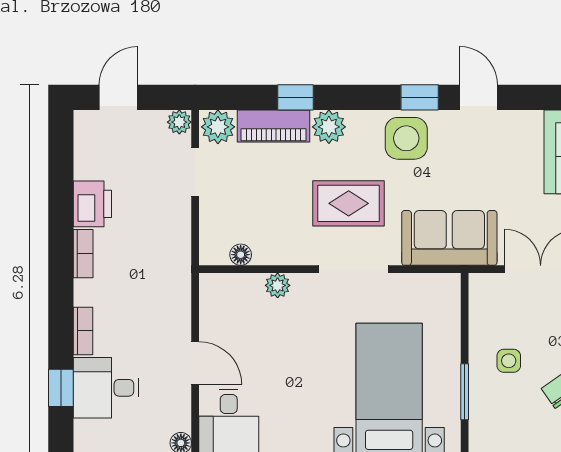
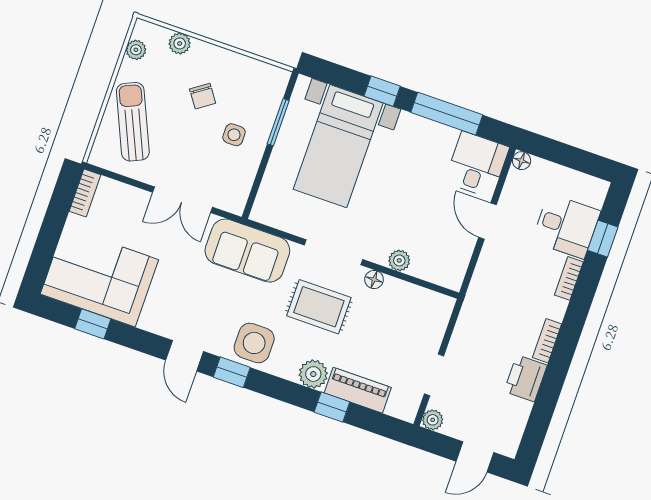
plant: (218, 127) -> (403, 405), removed
floor lamp: (241, 255) -> (374, 279), moved

